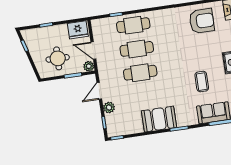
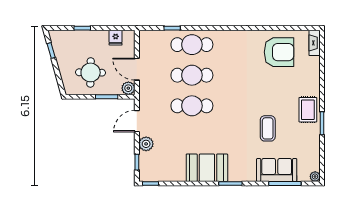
fridge: (78, 30) -> (116, 38), width x0.53, depth x0.75

